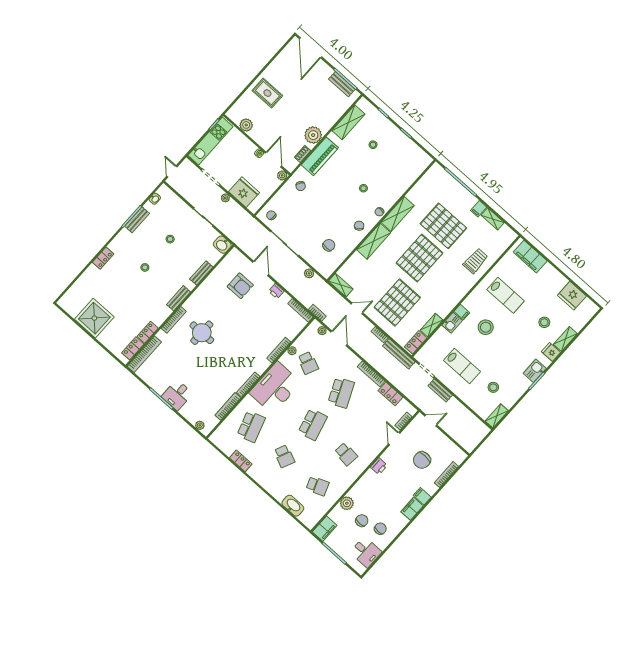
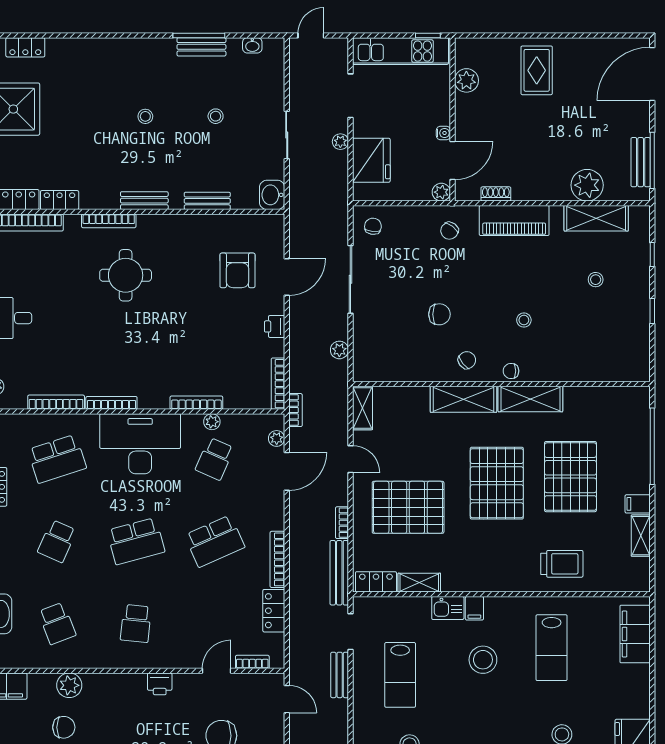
plant: (313, 135) -> (587, 185), moved
chair: (329, 245) -> (439, 314), moved
locker: (103, 258) -> (25, 47), moved
pallet: (419, 258) -> (497, 483), turned 90

